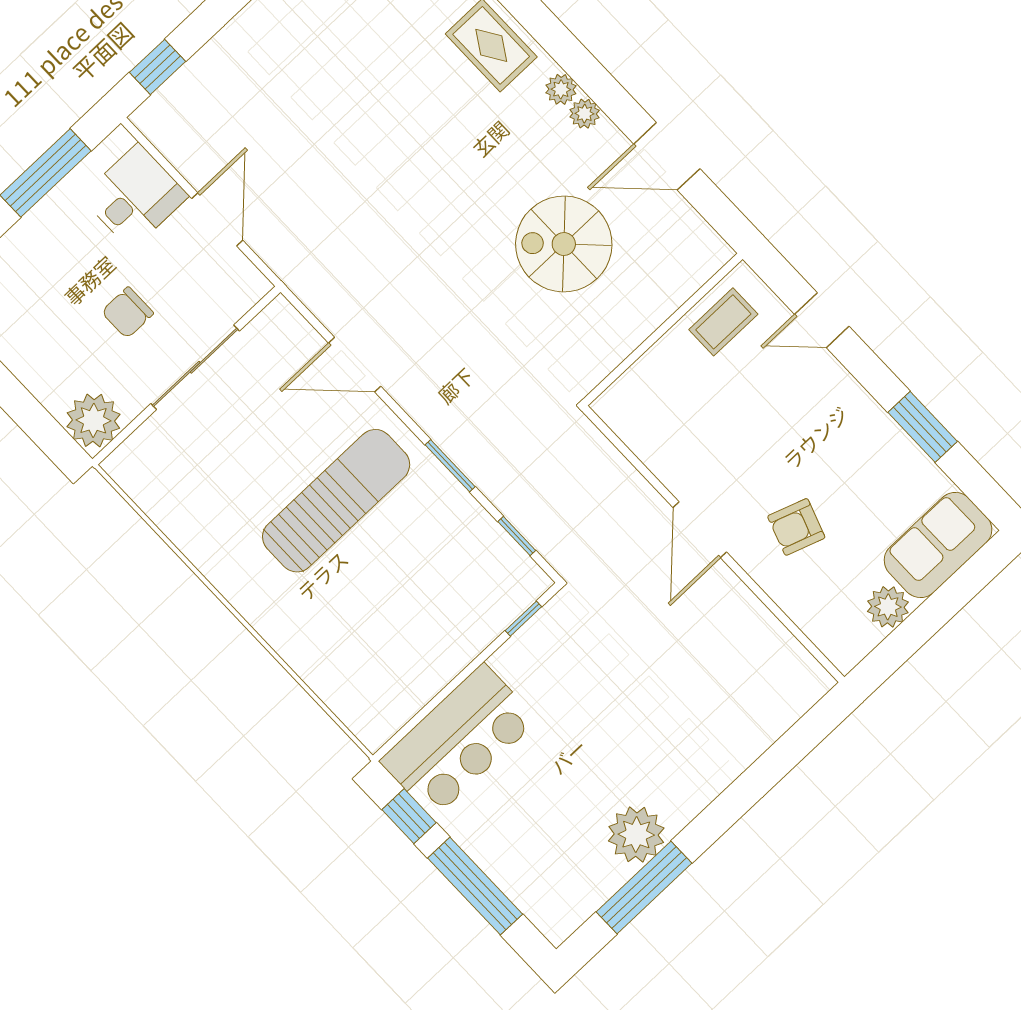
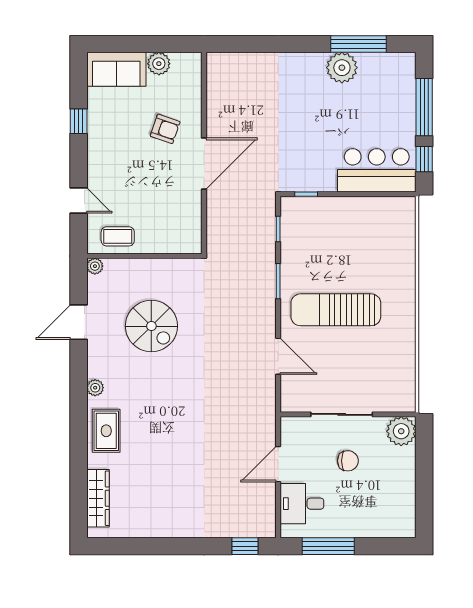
plant: (585, 114) -> (95, 266), moved
door: (667, 156) -> (79, 322), swing flipped
window: (923, 427) -> (79, 121), width x0.67
door: (700, 530) -> (204, 164), width x1.36

